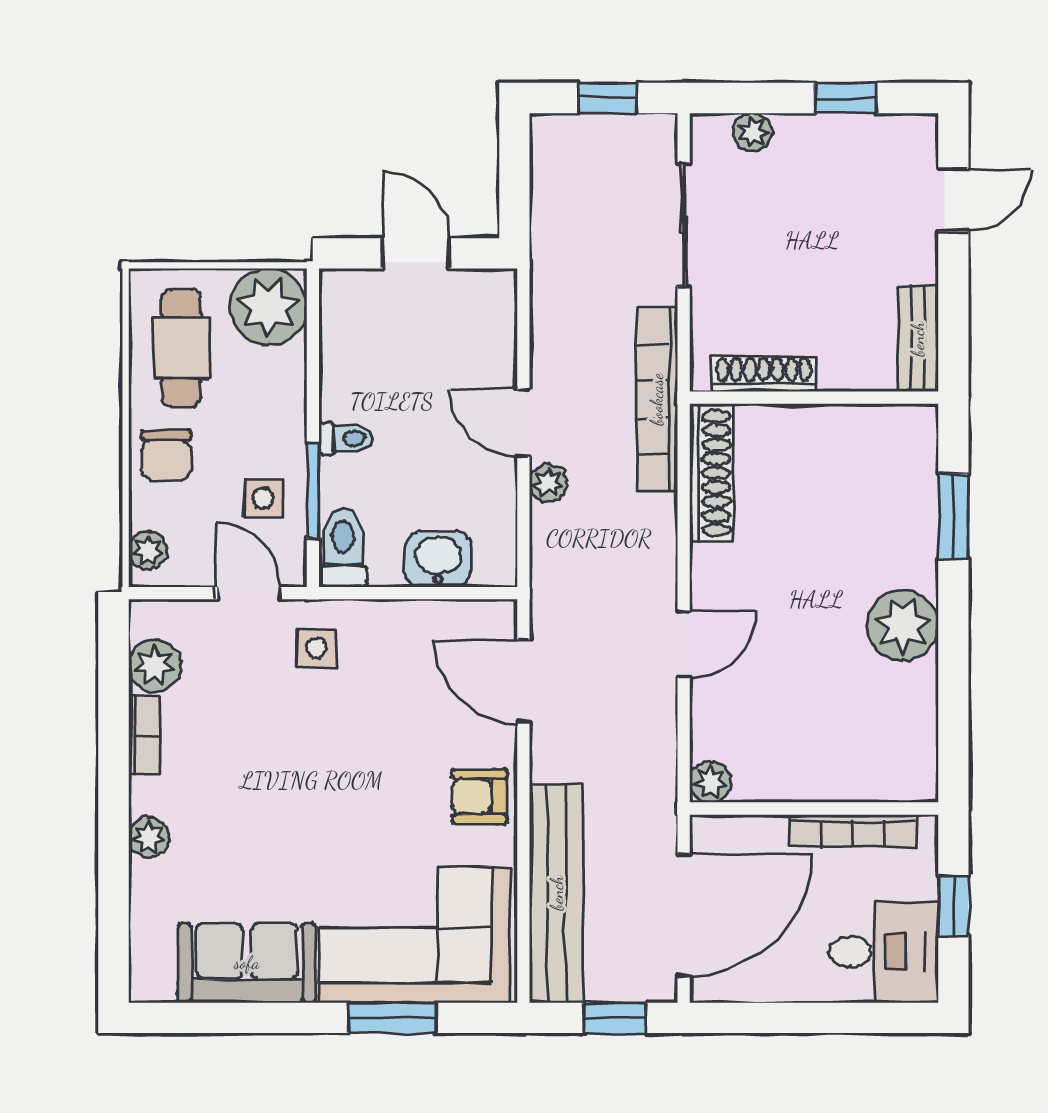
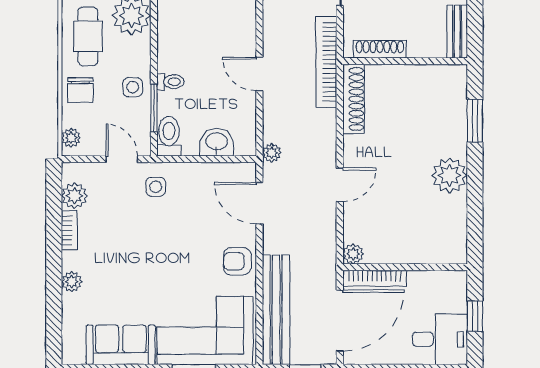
plant: (548, 483) -> (272, 153), moved
side table: (263, 498) -> (133, 87), moved
bookcase: (852, 831) -> (374, 278), moved

